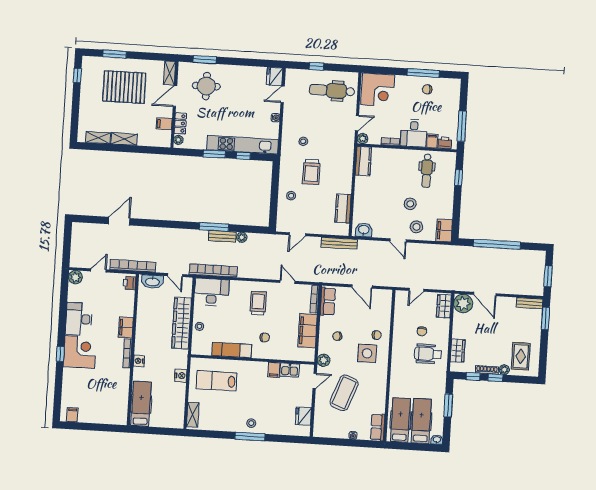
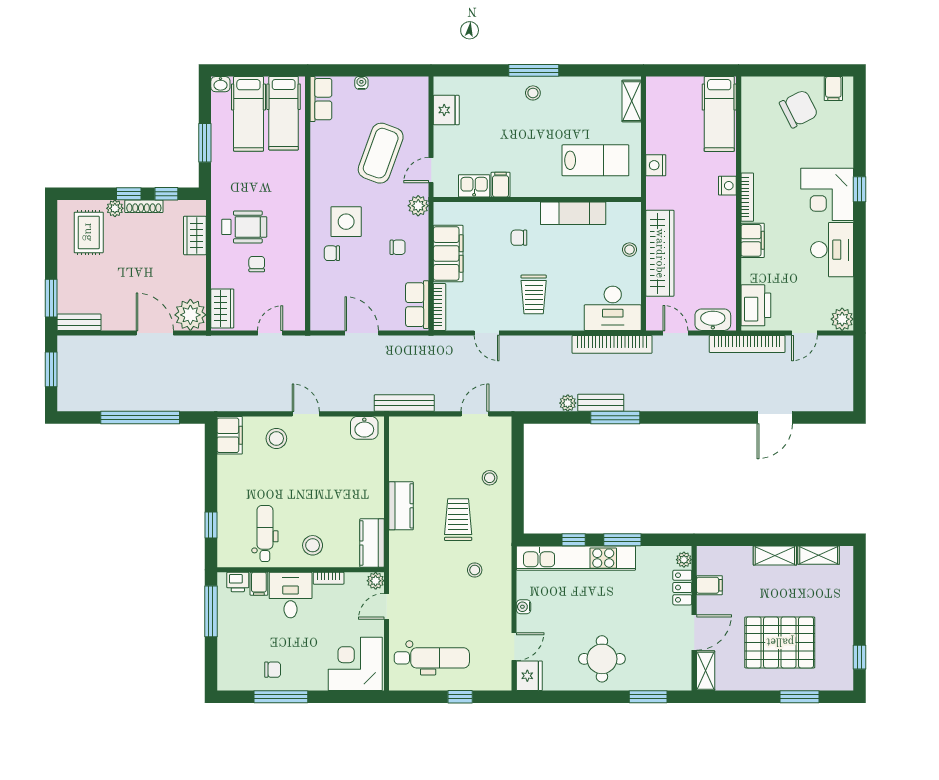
round table: (206, 86) -> (602, 659), moved
stool: (410, 204) -> (313, 545), moved
kitchen counter: (343, 208) -> (401, 506), moved
printer: (130, 283) -> (756, 305), width x1.87, depth x1.48
chair: (94, 404) -> (799, 109), added

